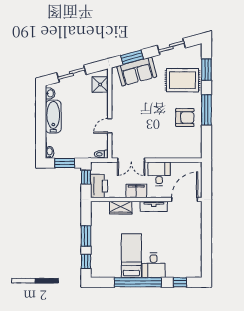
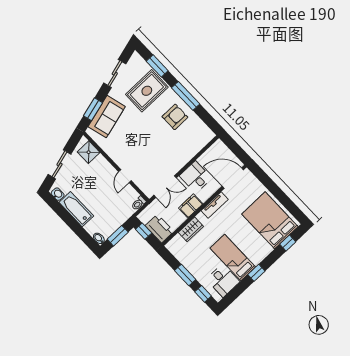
door: (185, 199) -> (233, 178), hinge flipped
bed: (183, 254) -> (270, 220), added
desk: (154, 265) -> (223, 281), moved
window: (138, 282) -> (256, 273), width x0.32

